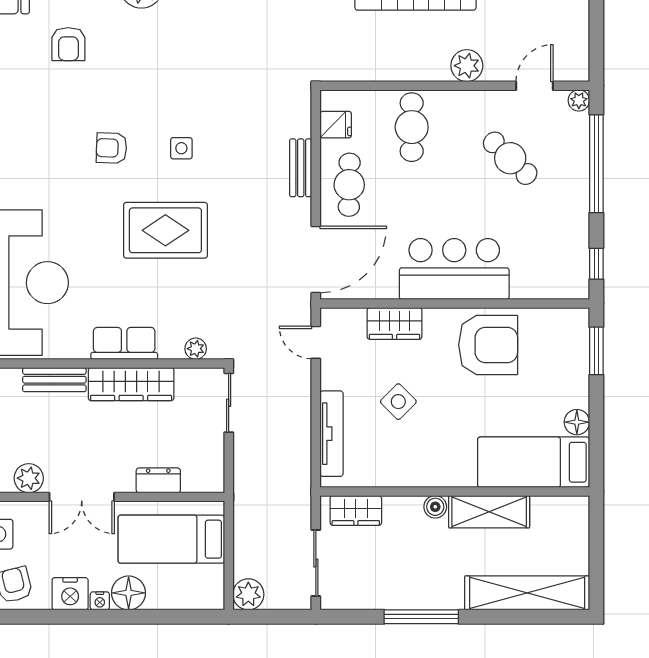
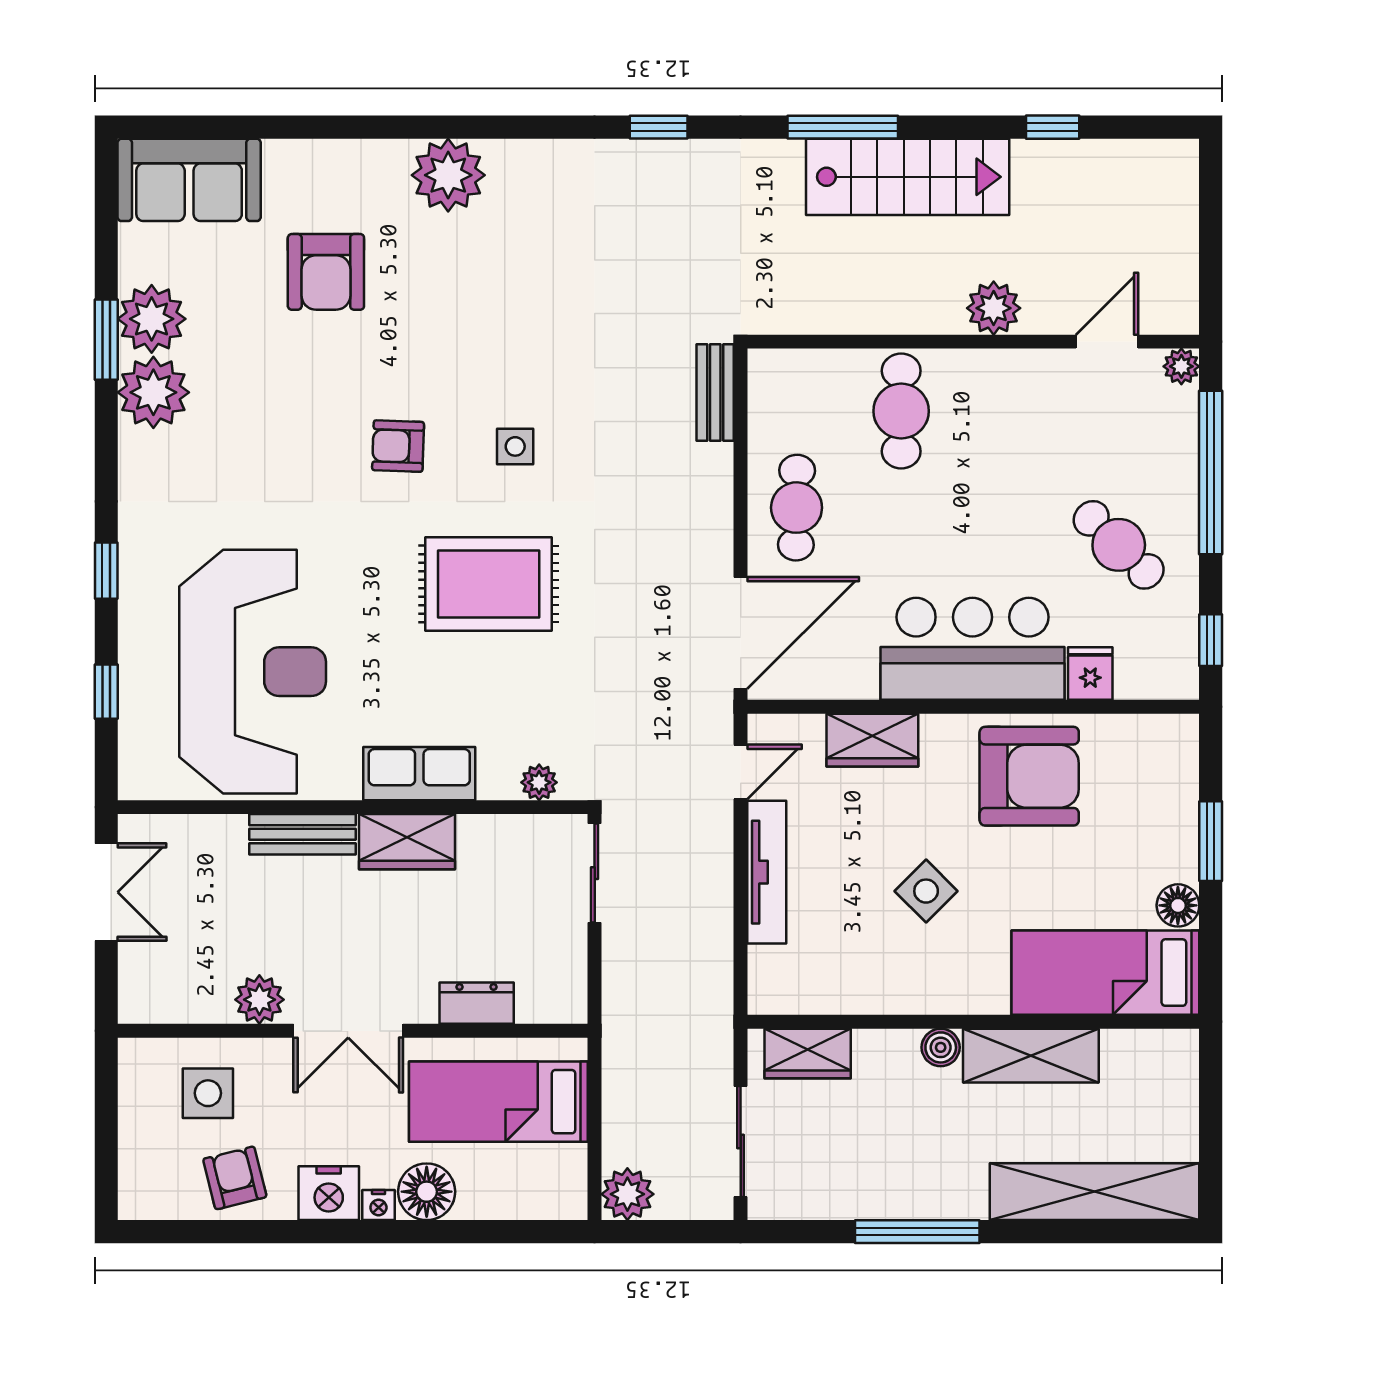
armchair: (68, 44) -> (326, 272), width x1.38, depth x1.38
fridge: (336, 125) -> (1090, 673), moved, turned -90
cafe table: (510, 158) -> (1119, 545), moved
bench: (301, 168) -> (715, 393), moved
door: (316, 342) -> (741, 772), swing flipped
window: (596, 351) -> (1211, 841), moved
wardrobe: (131, 384) -> (407, 842), width x0.67
side table: (398, 402) -> (926, 891), moved
tv unit: (331, 434) -> (767, 872), moved

